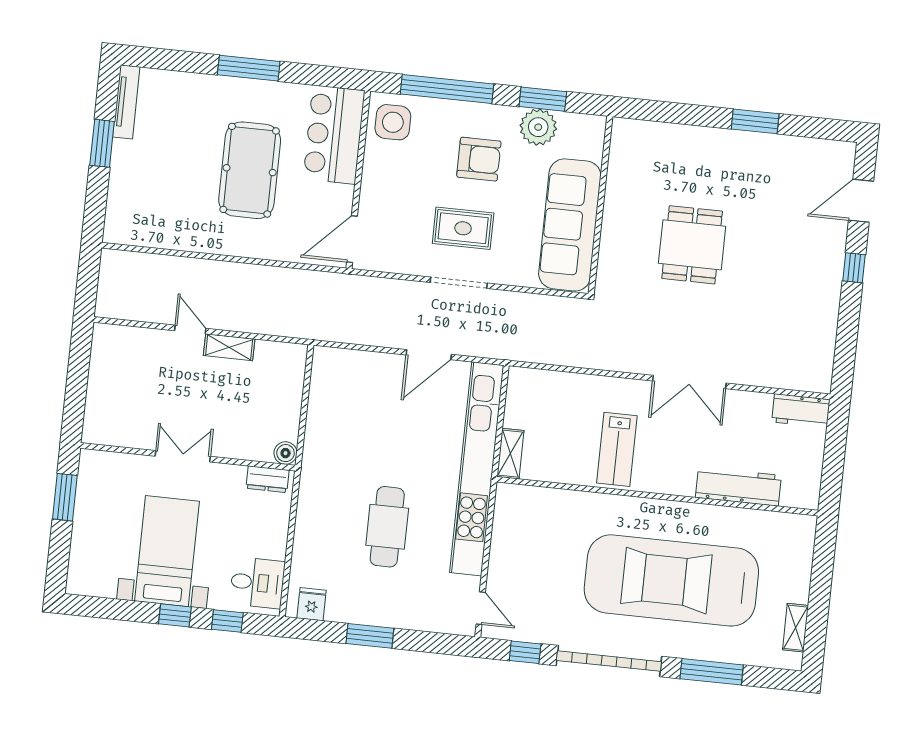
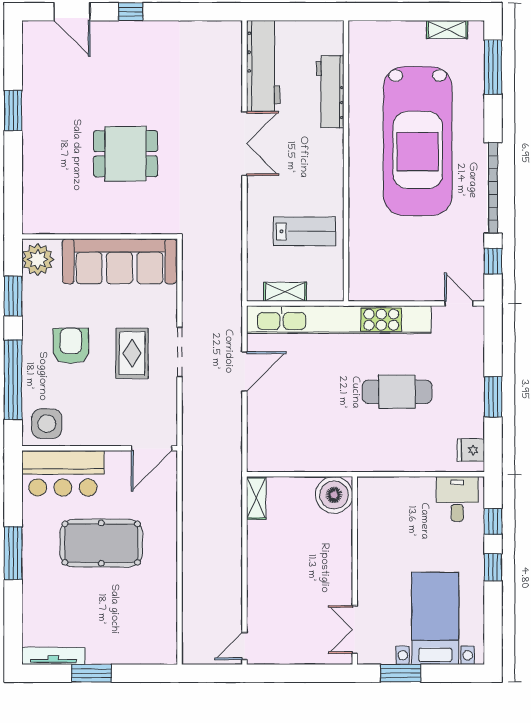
plant: (538, 127) -> (38, 259), moved
door: (352, 239) -> (152, 448), hinge flipped
door: (190, 330) -> (244, 646), moved
shelving: (229, 347) -> (256, 498), moved
door: (429, 355) -> (244, 371), hinge flipped
workbench: (801, 411) -> (263, 66), width x1.88, depth x1.32
lab bench: (617, 449) -> (304, 231), moved
boiler: (286, 453) -> (334, 495), width x1.86, depth x1.86
shelving: (510, 454) -> (285, 292), moved
double door: (183, 456) -> (355, 630), moved
dresser: (268, 479) -> (367, 500), removed
bed with nightstands: (167, 551) -> (435, 618), moved, turned 90
door: (481, 608) -> (459, 303), hinge flipped
window: (712, 672) -> (493, 67), moved

